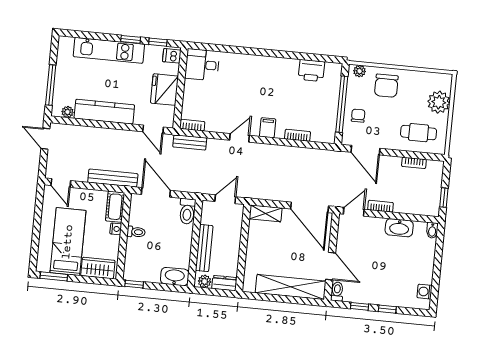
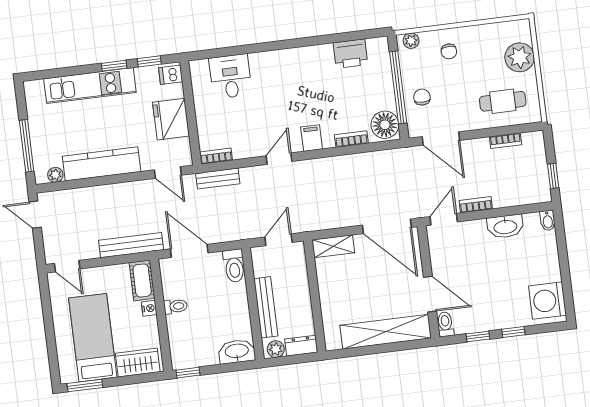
desk: (202, 65) -> (230, 76), moved, turned 90
chair: (386, 86) -> (449, 51), width x0.54, depth x0.54
floor lamp: (325, 130) -> (385, 125), added
washing machine: (425, 292) -> (547, 301), width x1.89, depth x1.89

